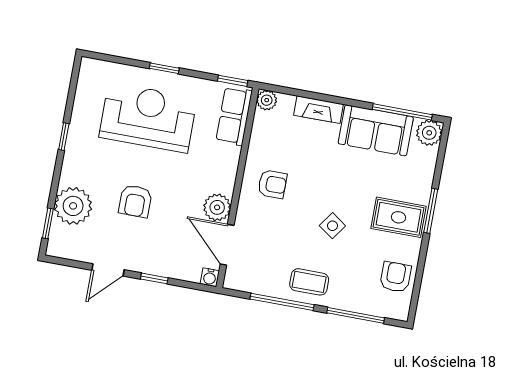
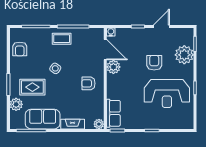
reception desk: (148, 118) -> (167, 94), moved
plant: (429, 133) -> (16, 104), moved
rug: (398, 217) -> (32, 87), moved

